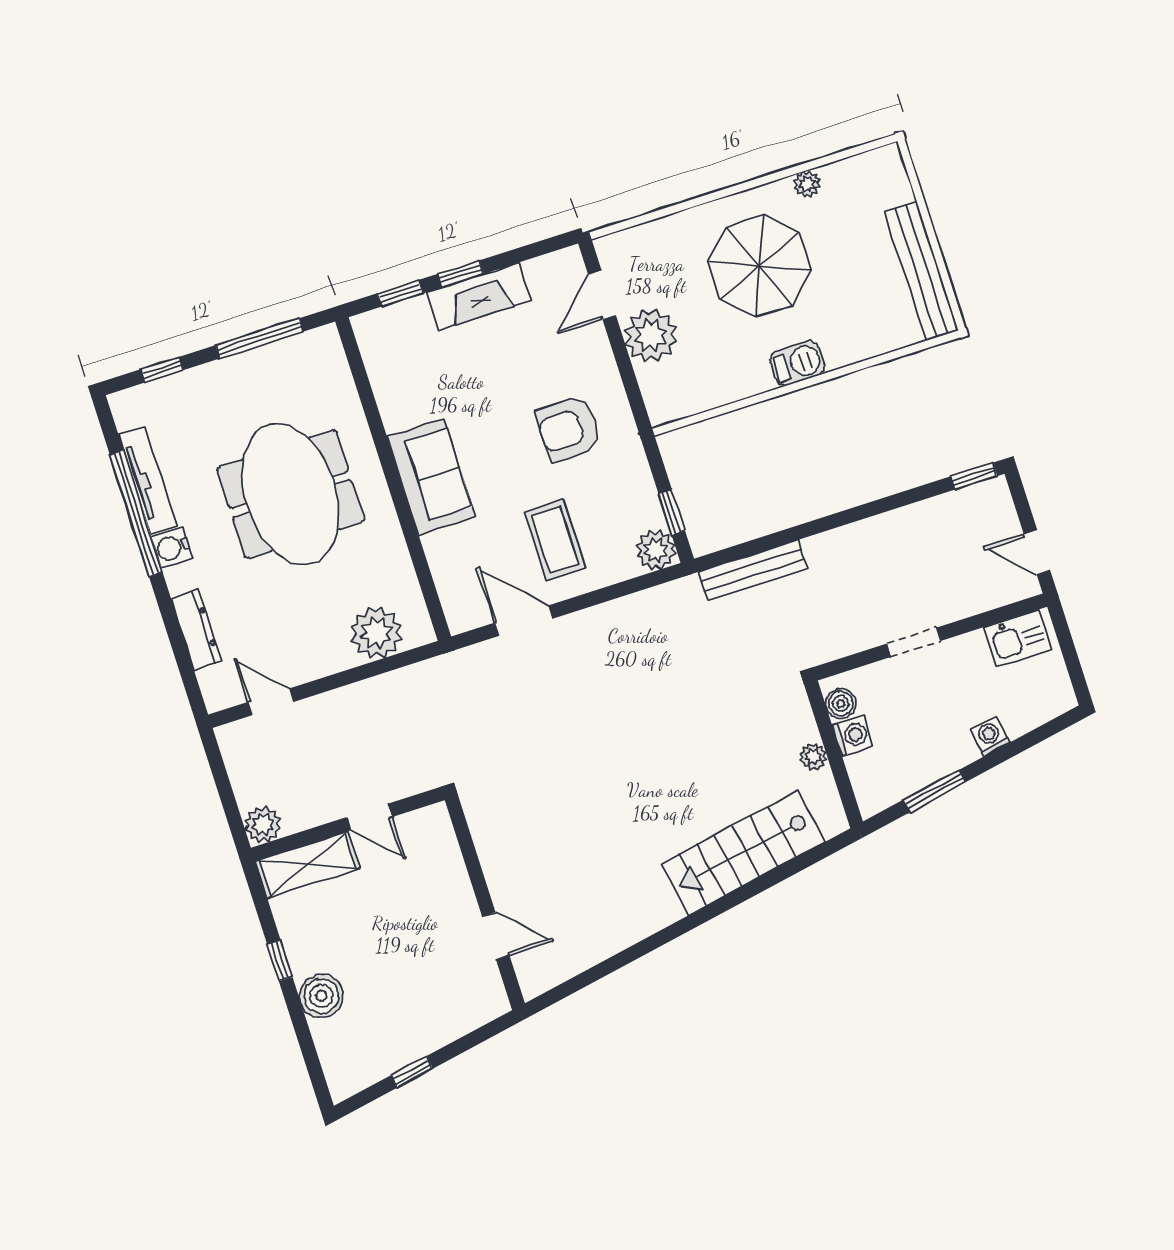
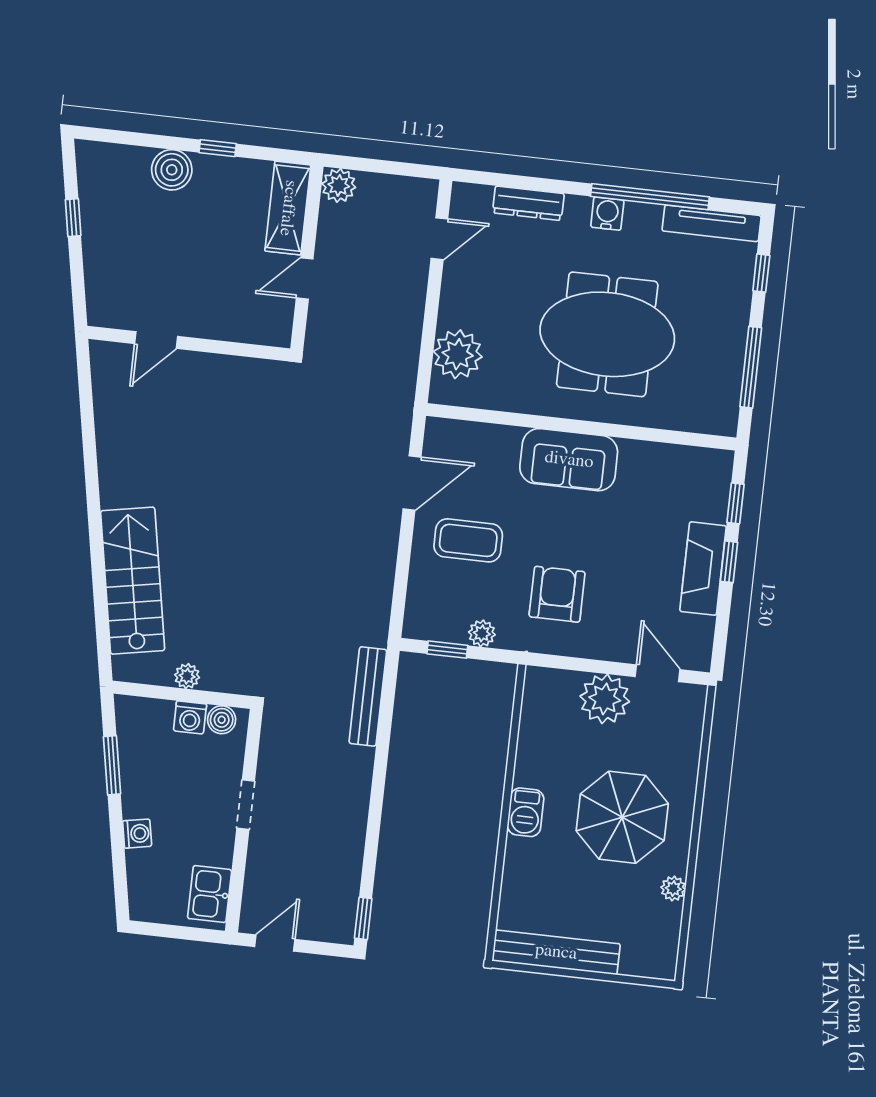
tv unit: (148, 480) -> (712, 223), moved
plant: (655, 550) -> (482, 633), moved, width x0.73, depth x0.73

